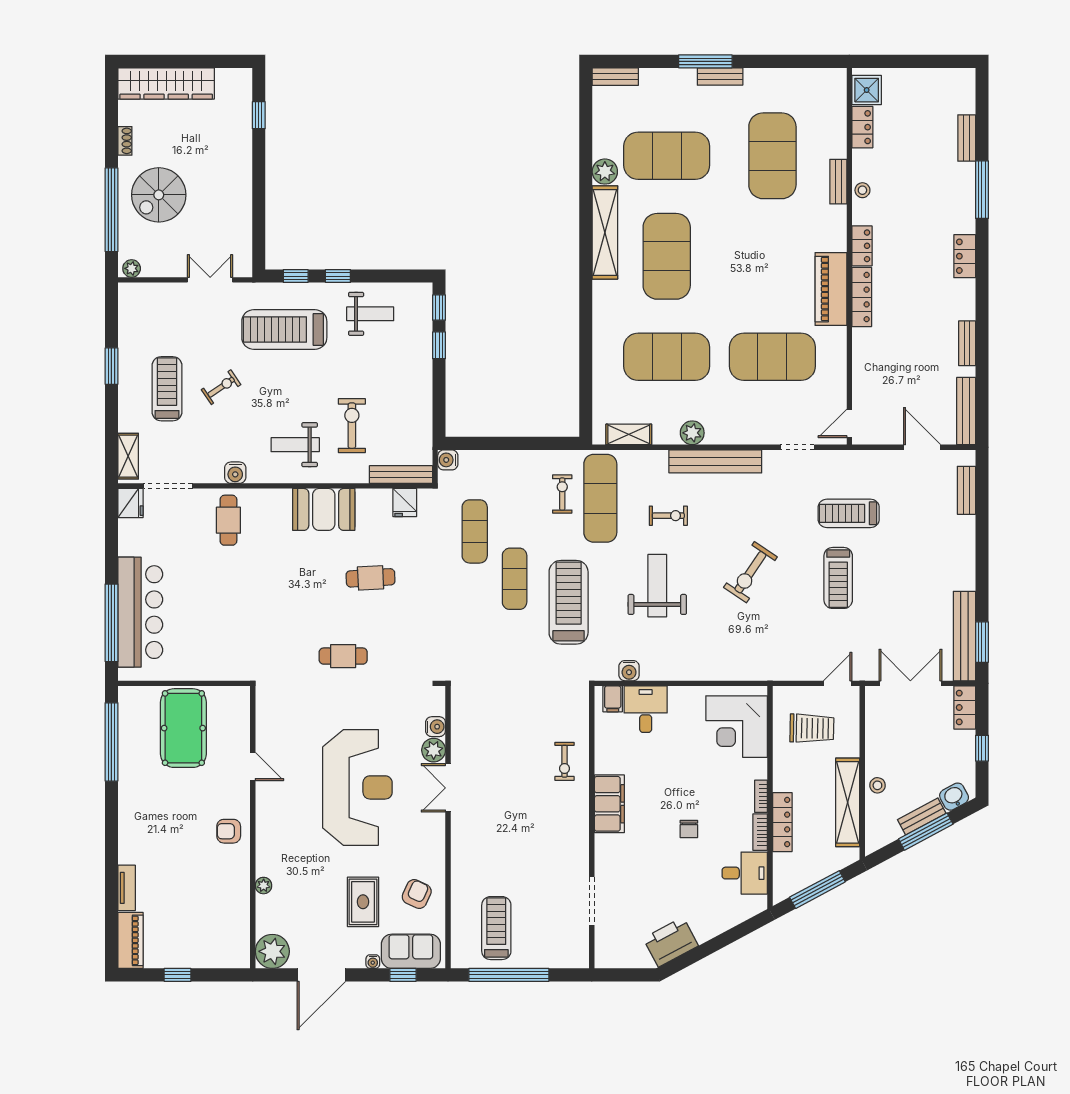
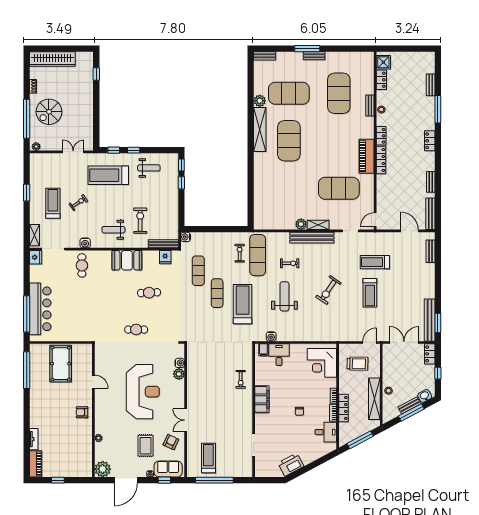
exercise mat: (667, 357) -> (289, 188), removed
shelving: (629, 434) -> (318, 225), moved
double door: (448, 788) -> (186, 420), moved

